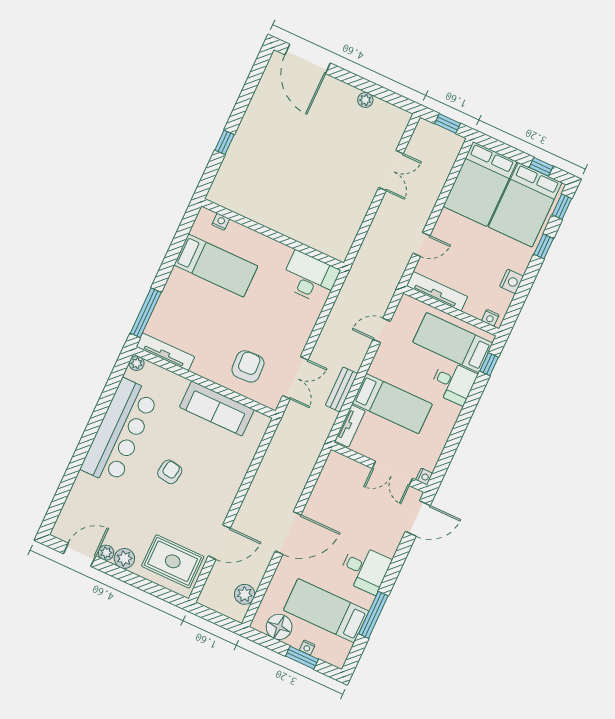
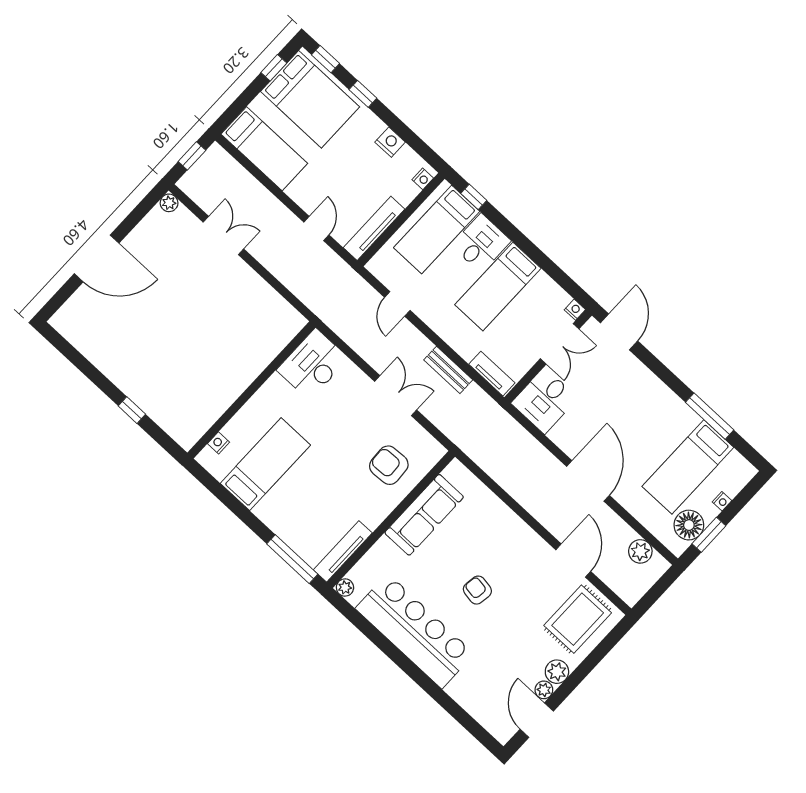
door: (308, 59) -> (97, 258), moved
plant: (365, 100) -> (169, 203), moved
bed: (480, 184) -> (264, 149), width x0.67
double door: (295, 378) -> (396, 396), moved
bed: (392, 404) -> (498, 286), moved, turned 180
desk: (365, 569) -> (545, 401), moved, turned 180
window: (302, 658) -> (709, 535), moved

